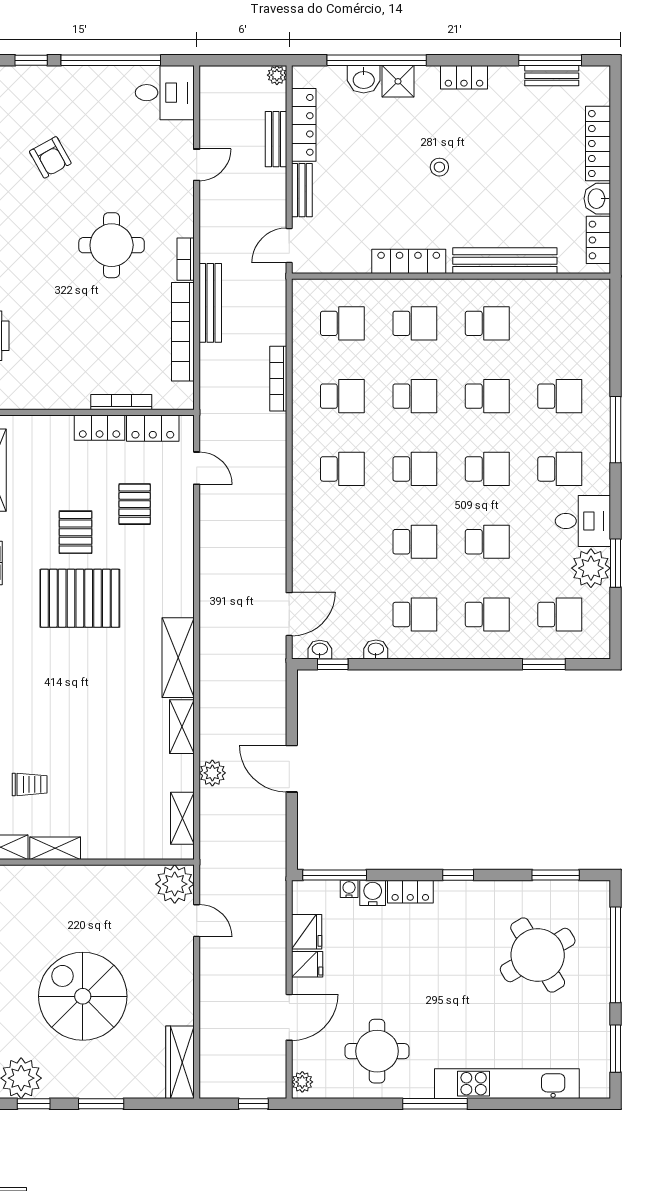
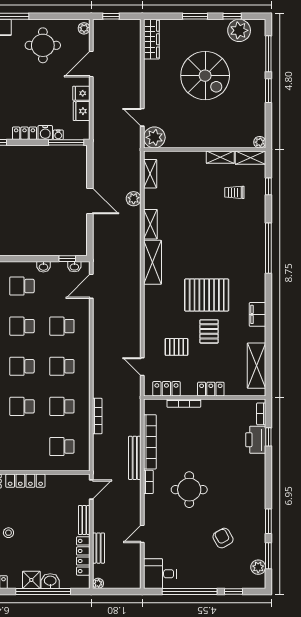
school desk: (415, 323) -> (62, 326), moved
locker: (100, 428) -> (211, 389), moved
pallet: (135, 504) -> (176, 347), turned 90

